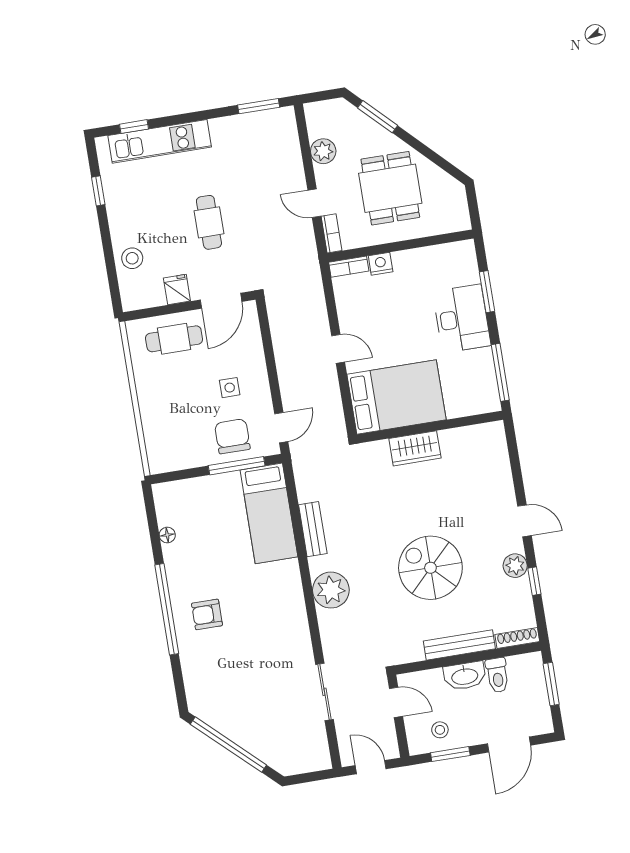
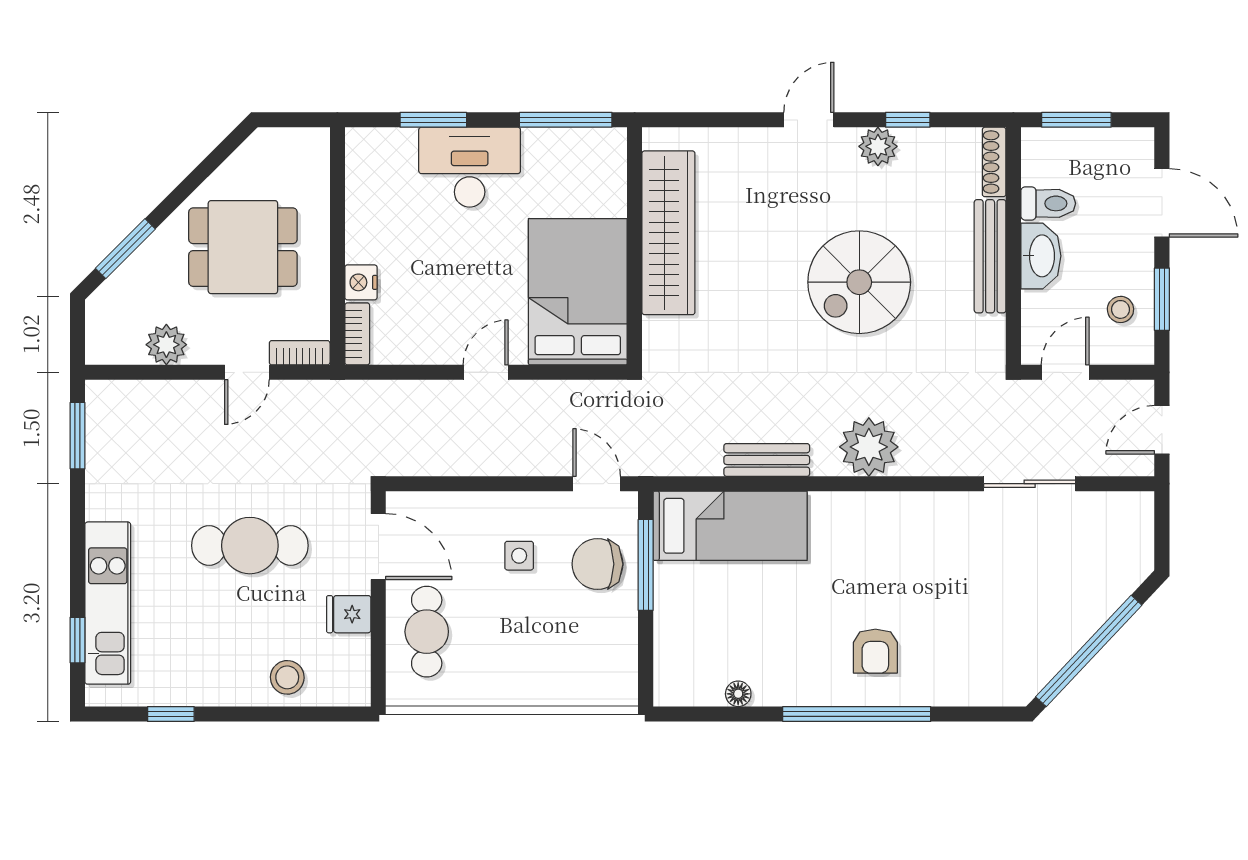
cafe table: (209, 222) -> (250, 546), width x1.37, depth x1.35
wardrobe: (415, 448) -> (668, 233), width x2.10, depth x1.17

